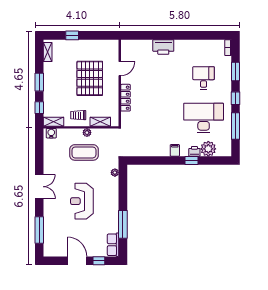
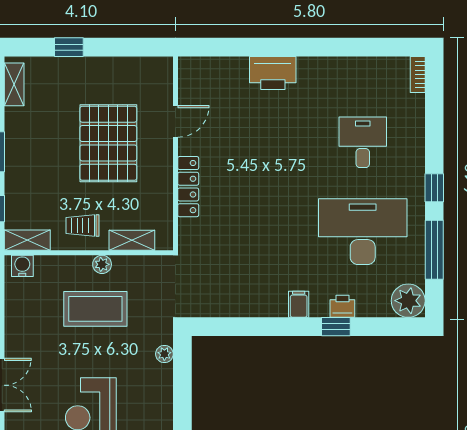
window: (236, 72) -> (434, 128), removed
plant: (208, 149) -> (408, 301), moved

